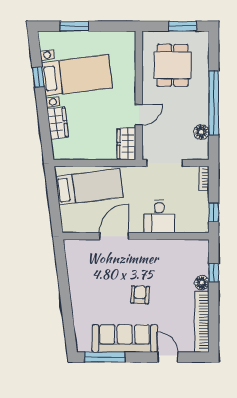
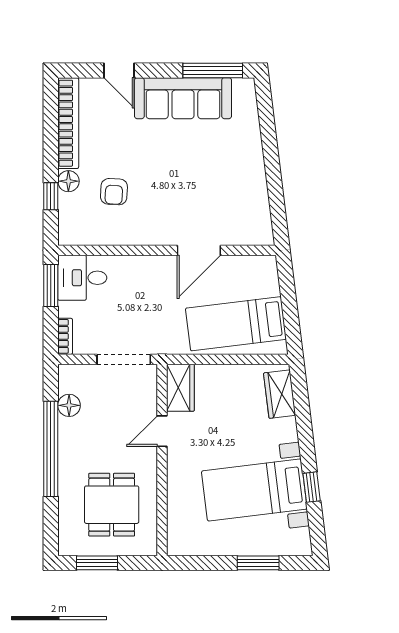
wardrobe: (58, 123) -> (280, 394), moved
window: (214, 213) -> (51, 285), width x1.50
desk: (159, 217) -> (82, 278), moved, turned -90
armchair: (140, 295) -> (114, 192), moved

